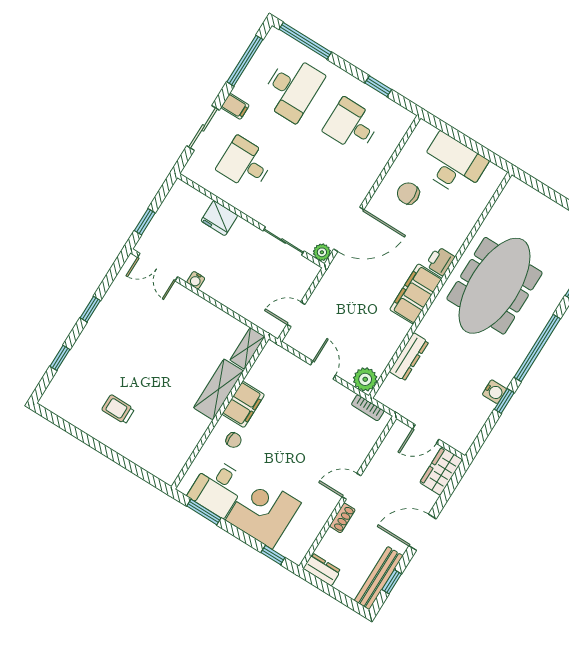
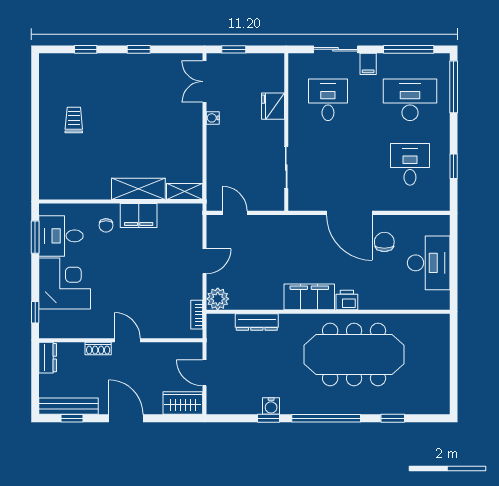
desk: (292, 88) -> (410, 100), turned 180
door: (349, 229) -> (349, 213), moved
plant: (322, 252) -> (296, 203), removed

